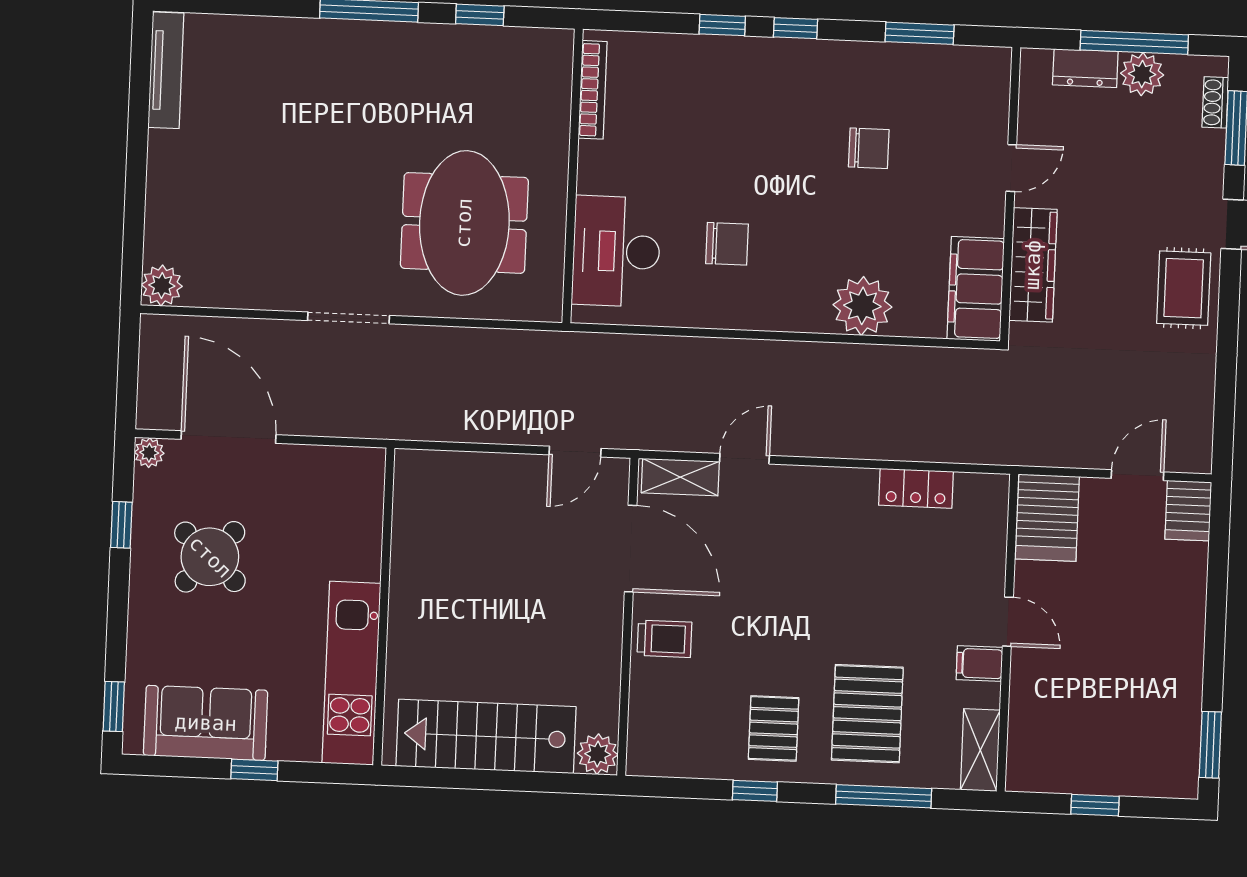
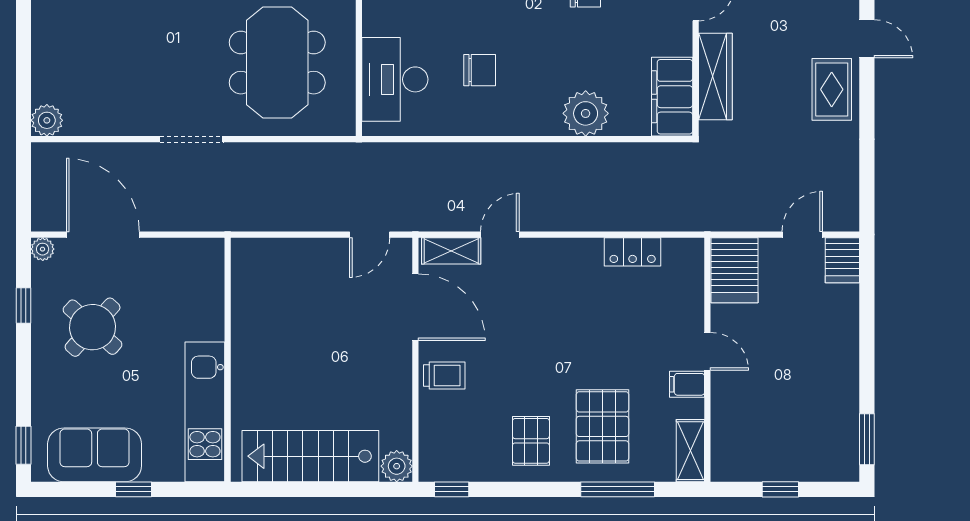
window: (755, 791) -> (452, 489), moved

